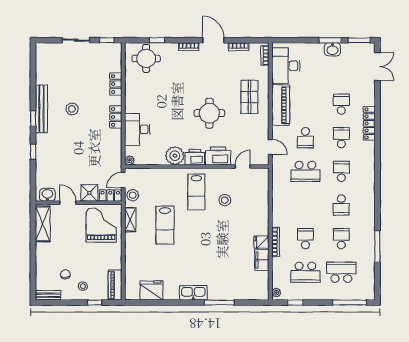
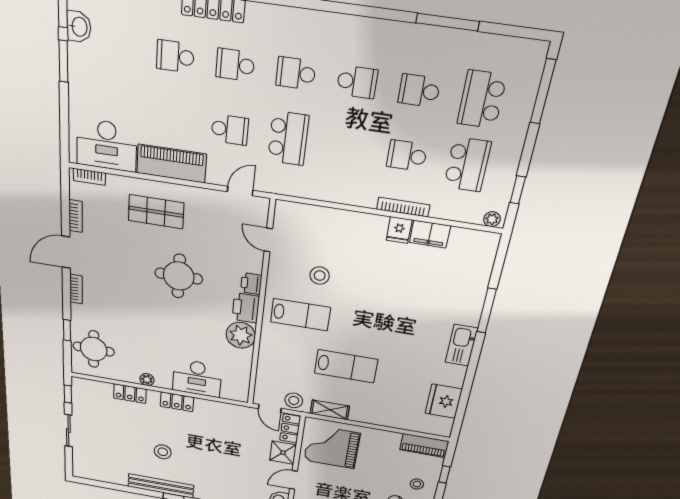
washbasin: (332, 49) -> (79, 27), moved
printer: (218, 156) -> (251, 284), width x0.53, depth x0.68
plant: (129, 160) -> (147, 380), moved

